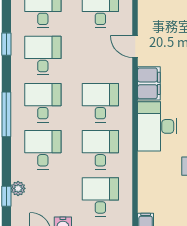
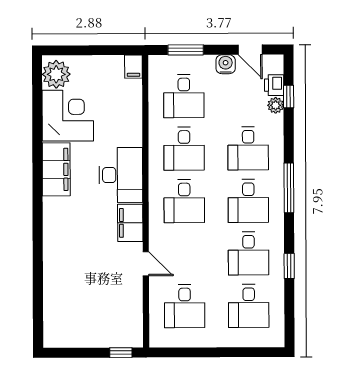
printer: (19, 207) -> (274, 85), added

